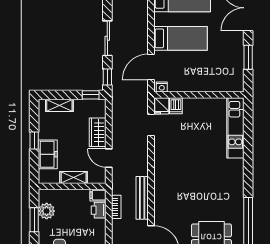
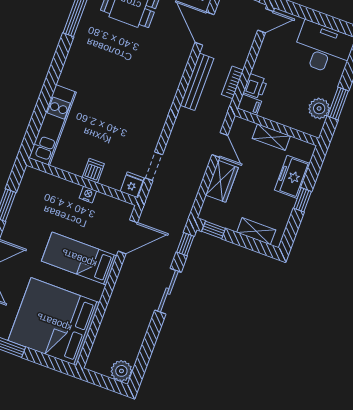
nightstand: (162, 87) -> (88, 194), moved
dishwasher: (176, 106) -> (93, 171), moved

